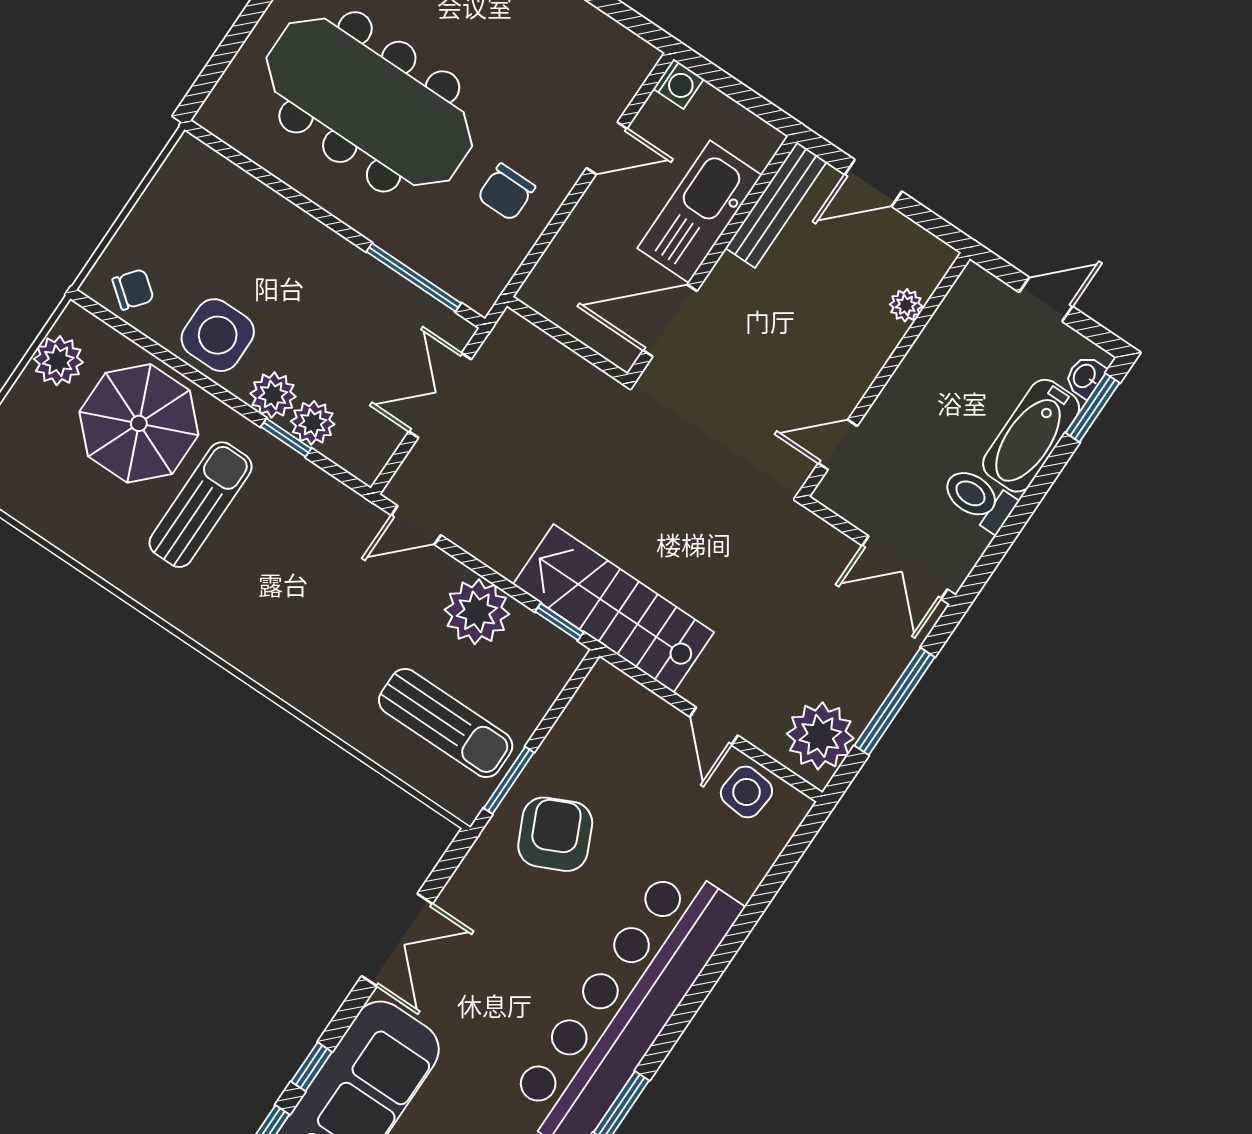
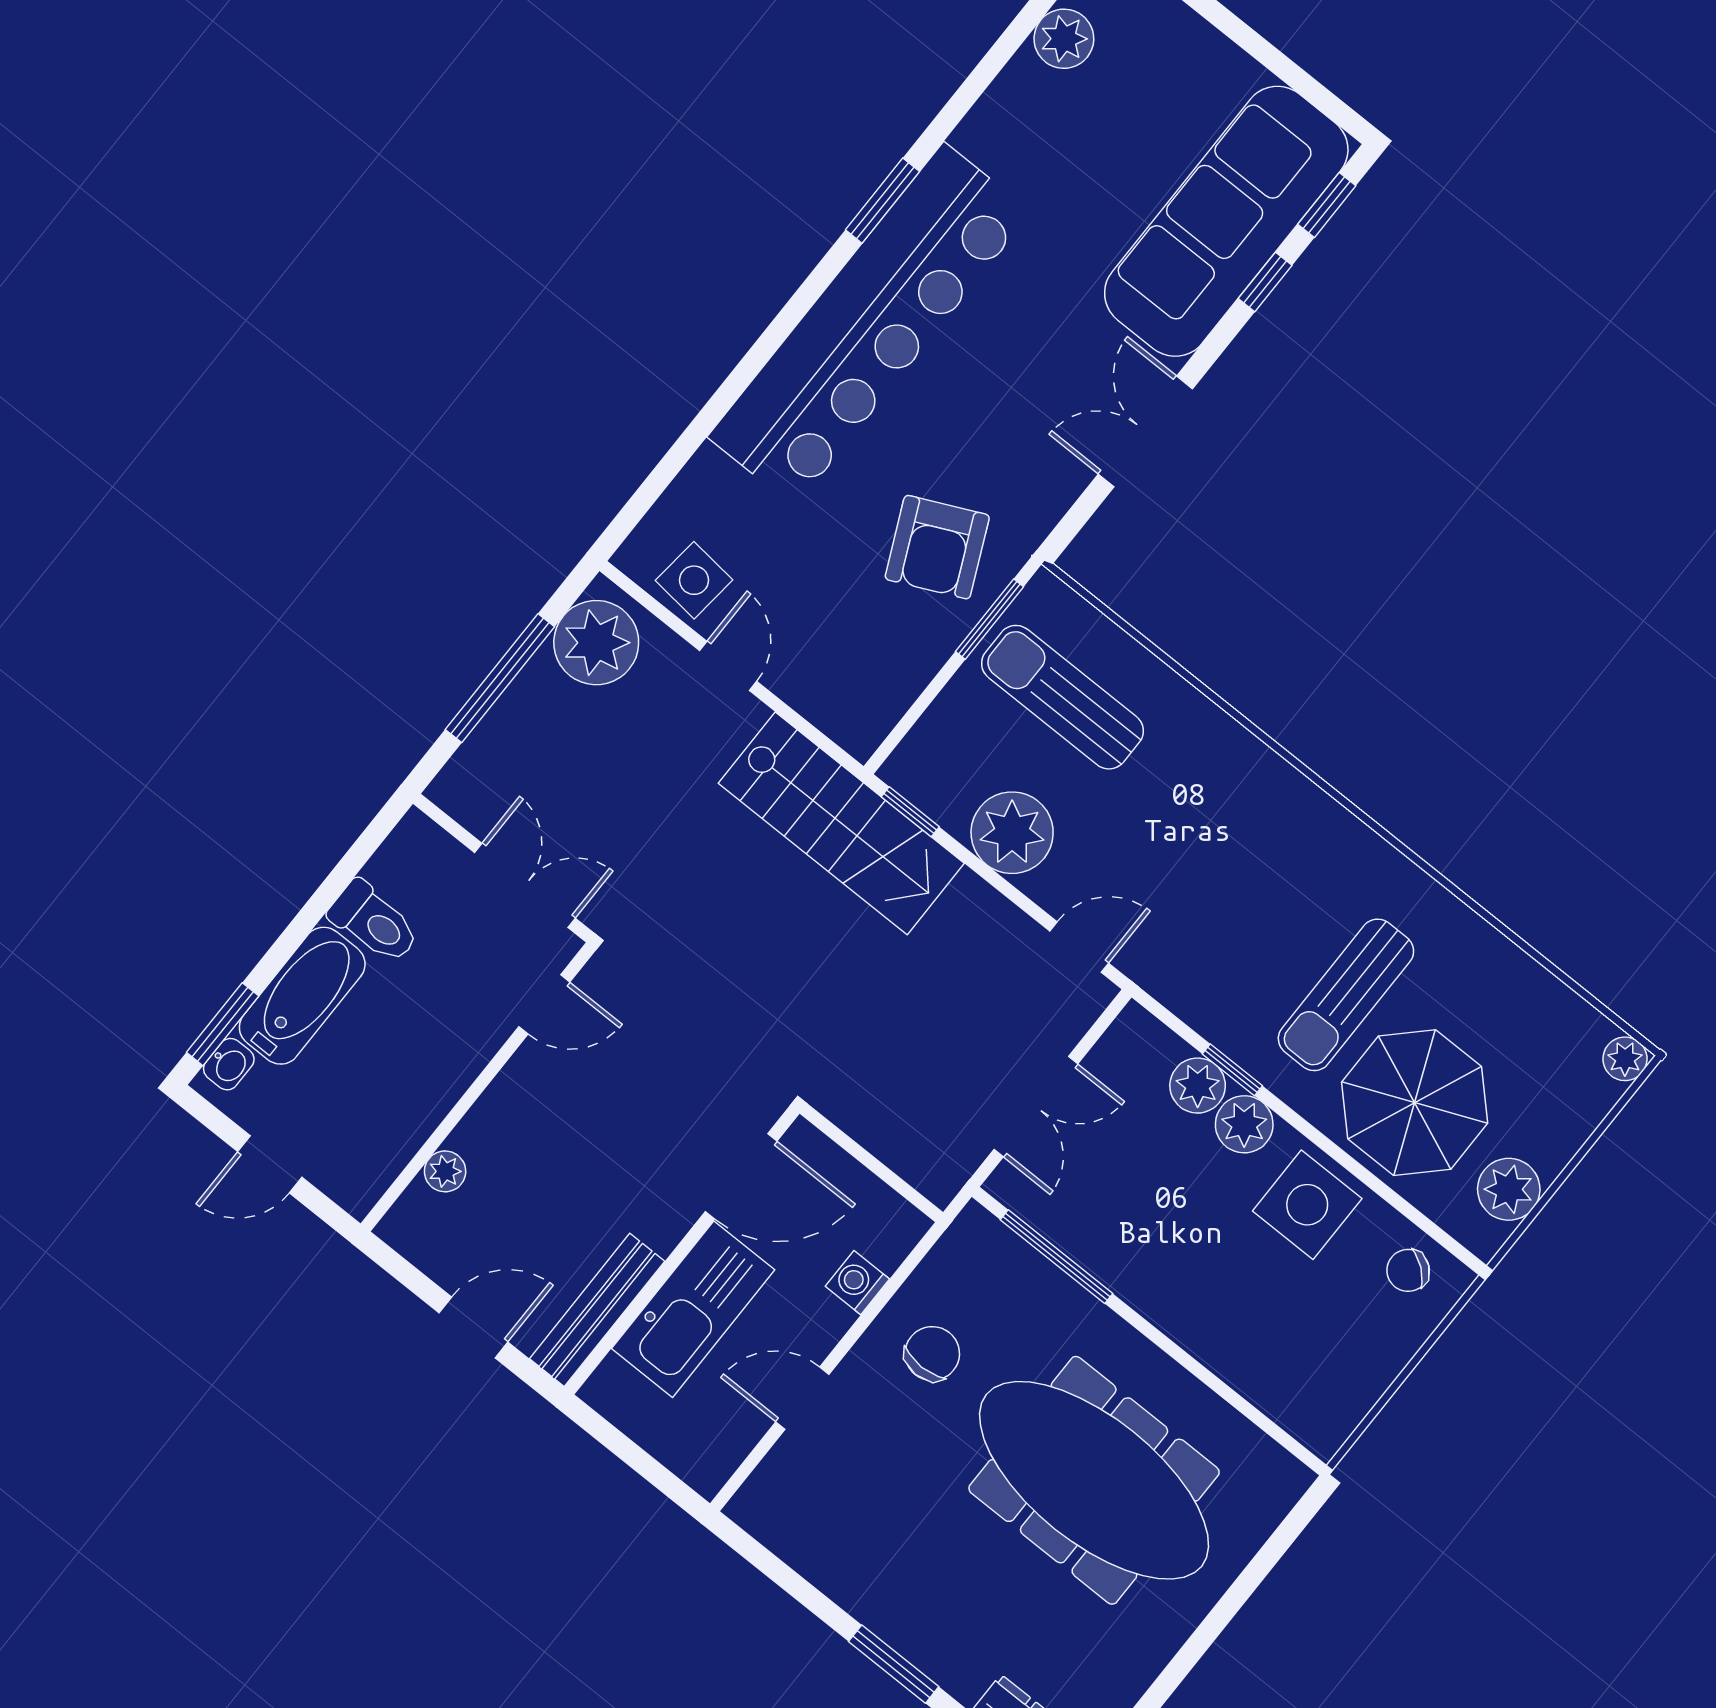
washing machine: (678, 84) -> (857, 1283), moved
double door: (905, 568) -> (525, 885), moved

